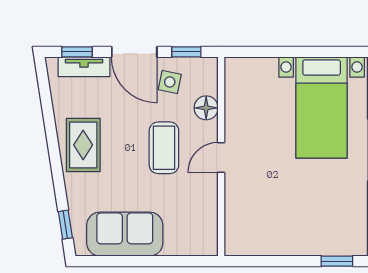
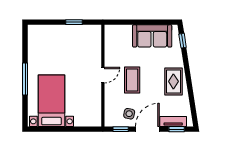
door: (134, 52) -> (147, 129), hinge flipped
floor lamp: (206, 108) -> (111, 100), removed
window: (337, 261) -> (74, 22), moved

